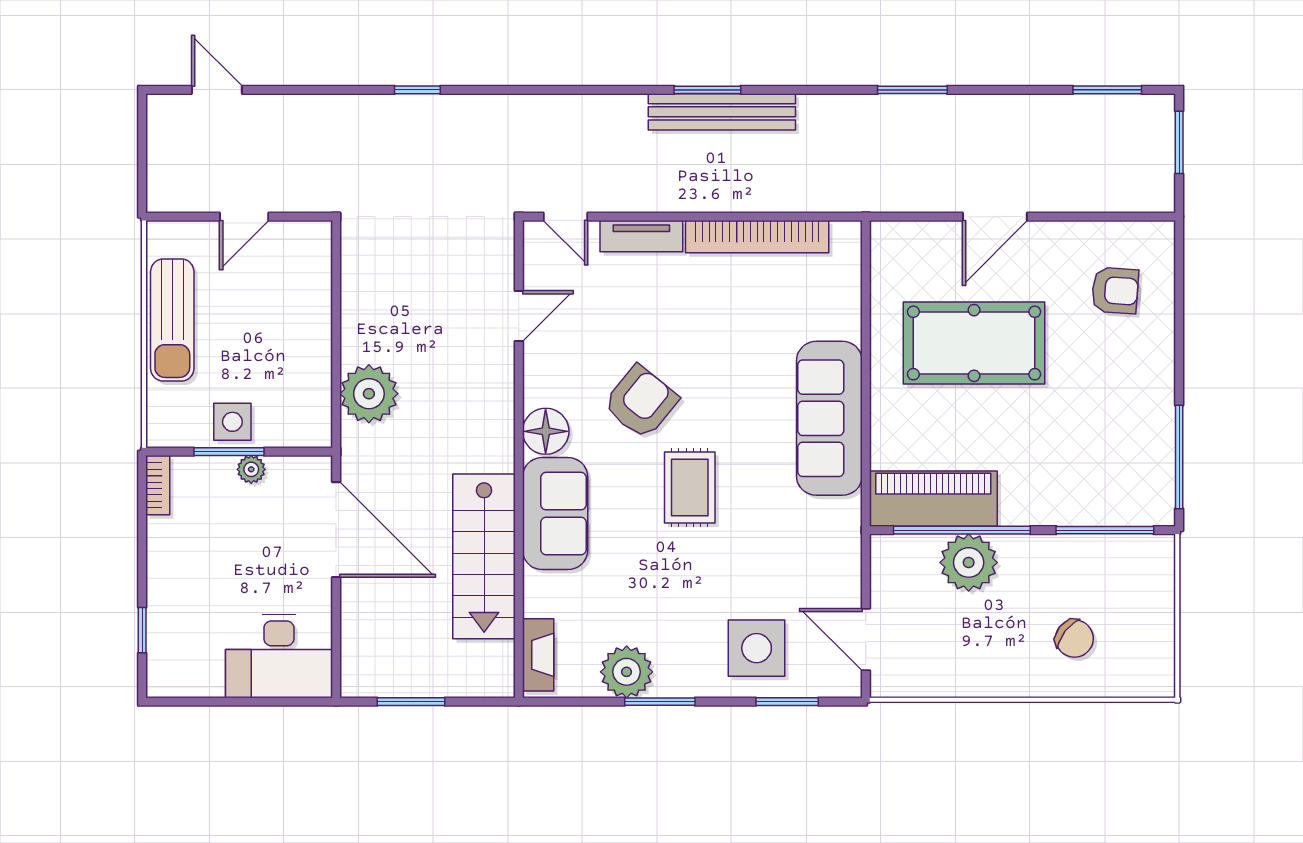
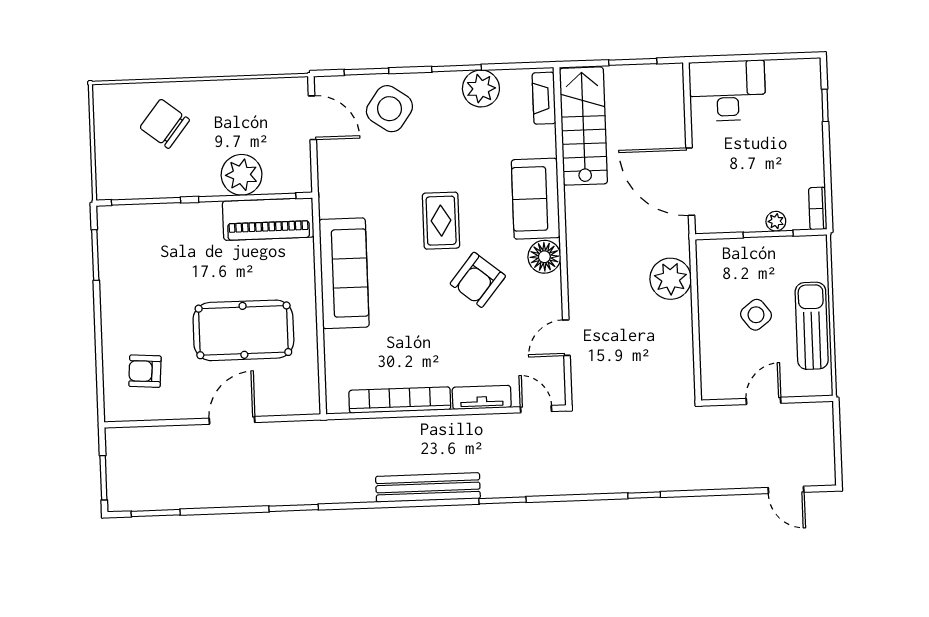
window: (707, 90) -> (503, 500), moved
side table: (232, 422) -> (756, 315), moved, turned -38
window: (1179, 457) -> (95, 255), width x0.69
plant: (251, 469) -> (776, 221), moved
stairs: (484, 556) -> (583, 126), moved
chair: (1074, 638) -> (165, 124), width x1.37, depth x1.37
side table: (757, 648) -> (389, 109), turned 35

